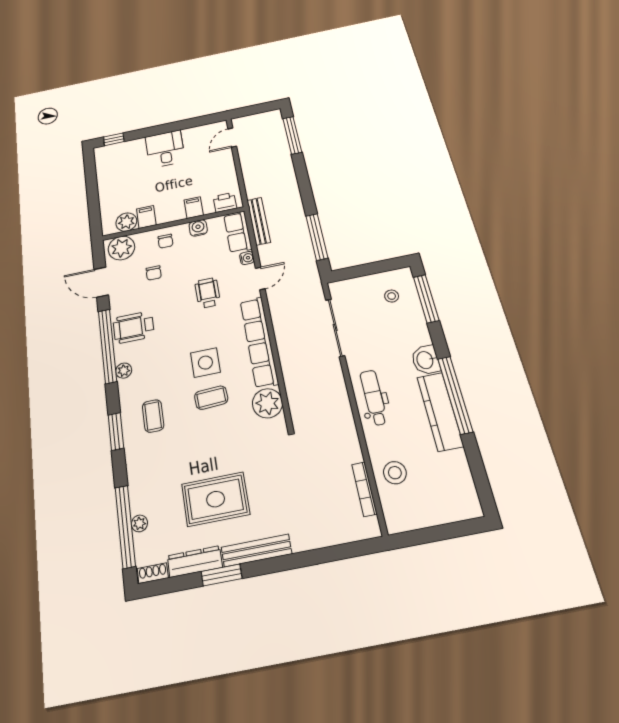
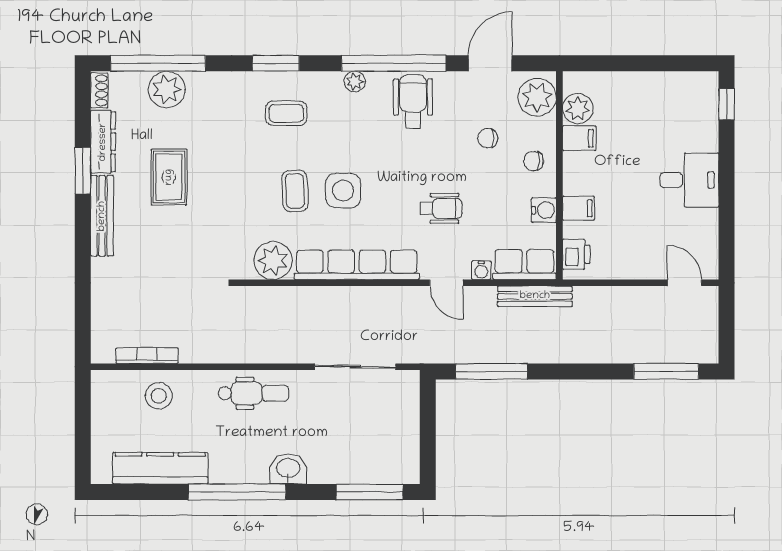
stool: (392, 296) -> (383, 449), removed
kitchen counter: (440, 411) -> (160, 468), moved
rug: (216, 499) -> (169, 177), width x0.73, depth x0.70
plant: (139, 523) -> (167, 89), width x1.87, depth x1.87

